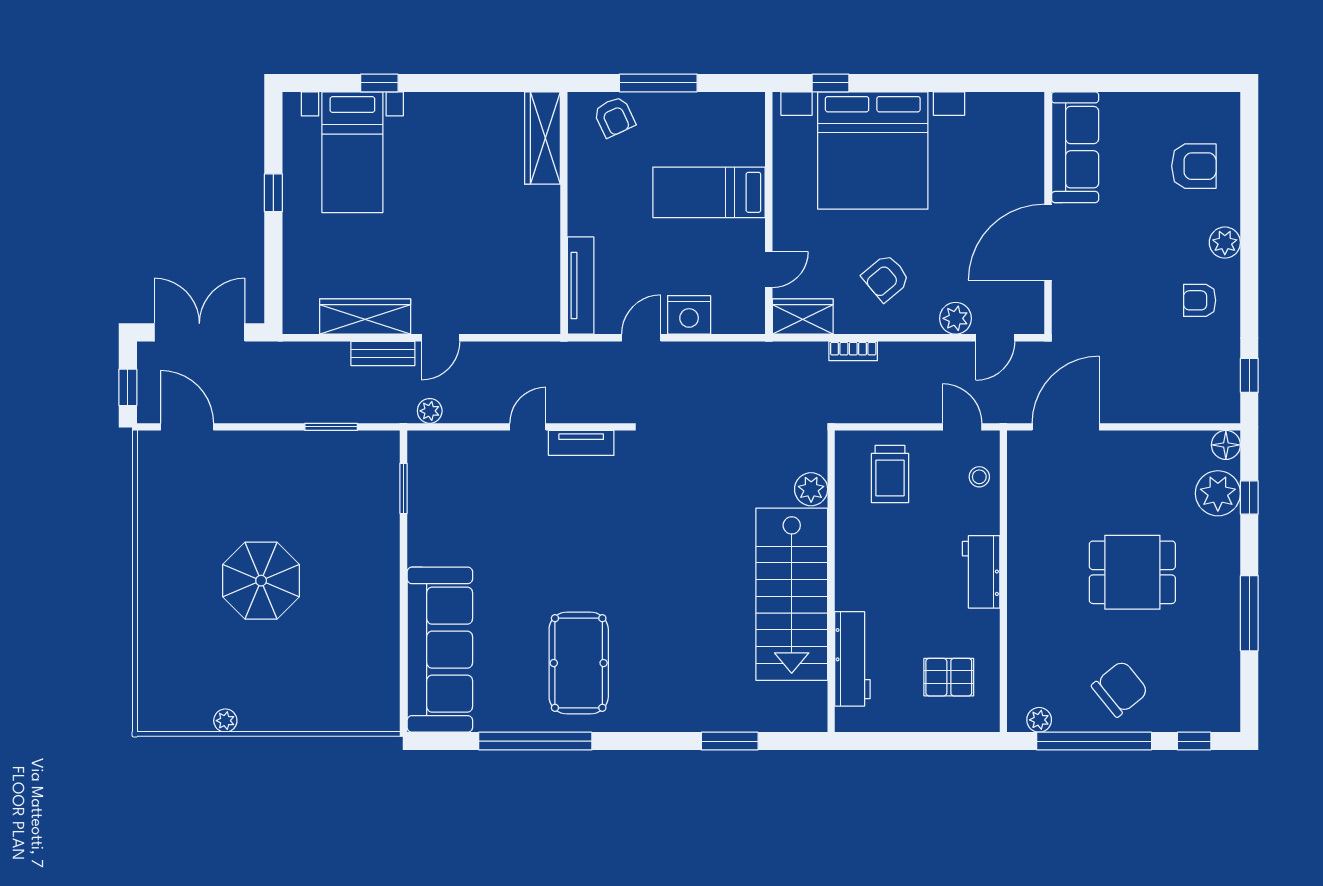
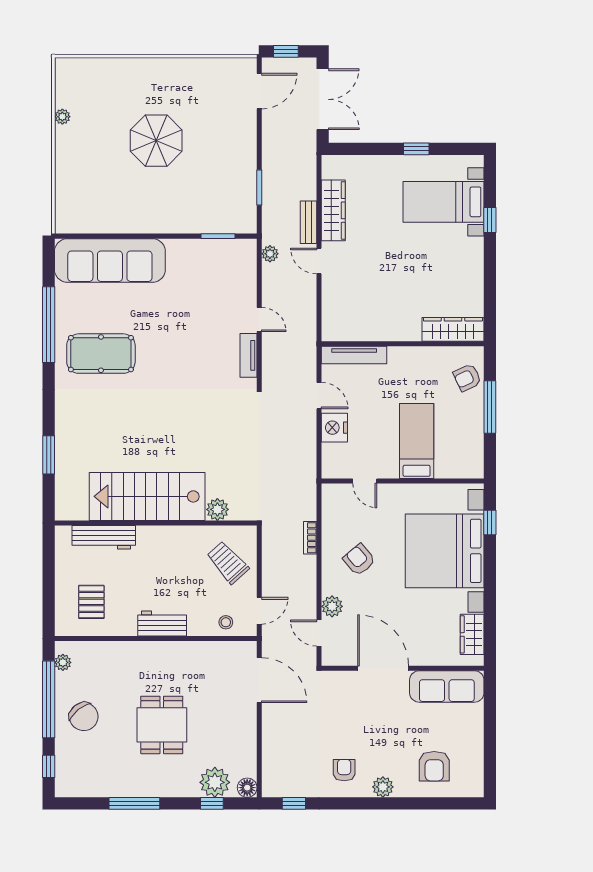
wardrobe: (803, 317) -> (472, 634), moved, turned 180
trolley: (890, 474) -> (228, 562), turned 48

